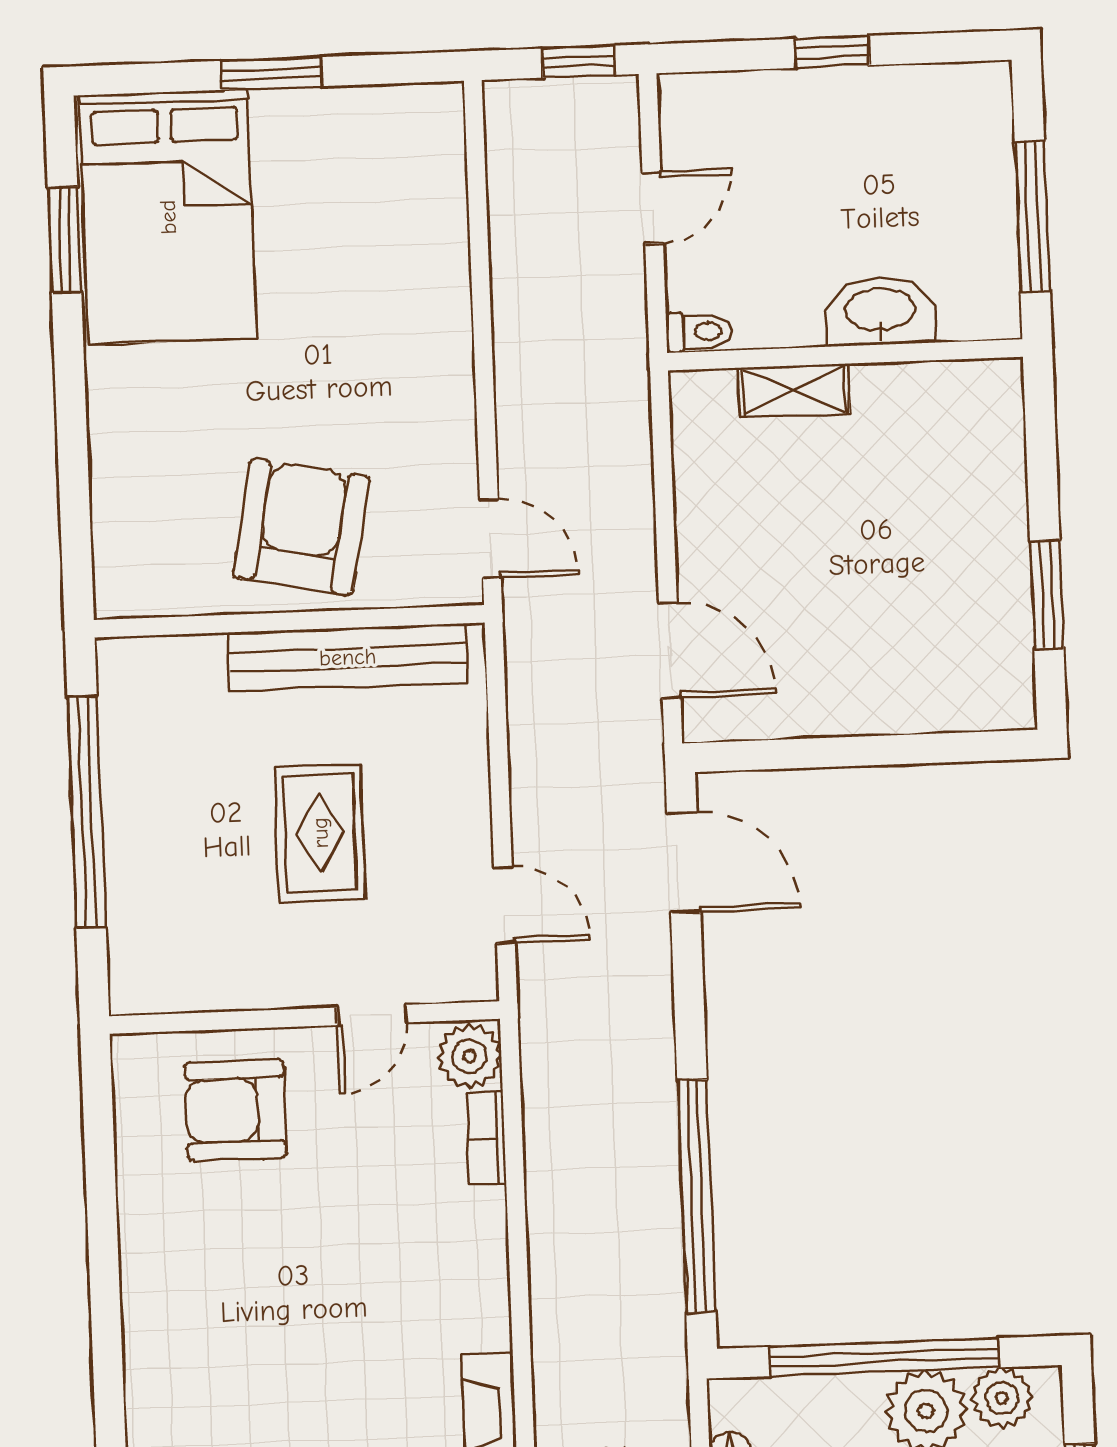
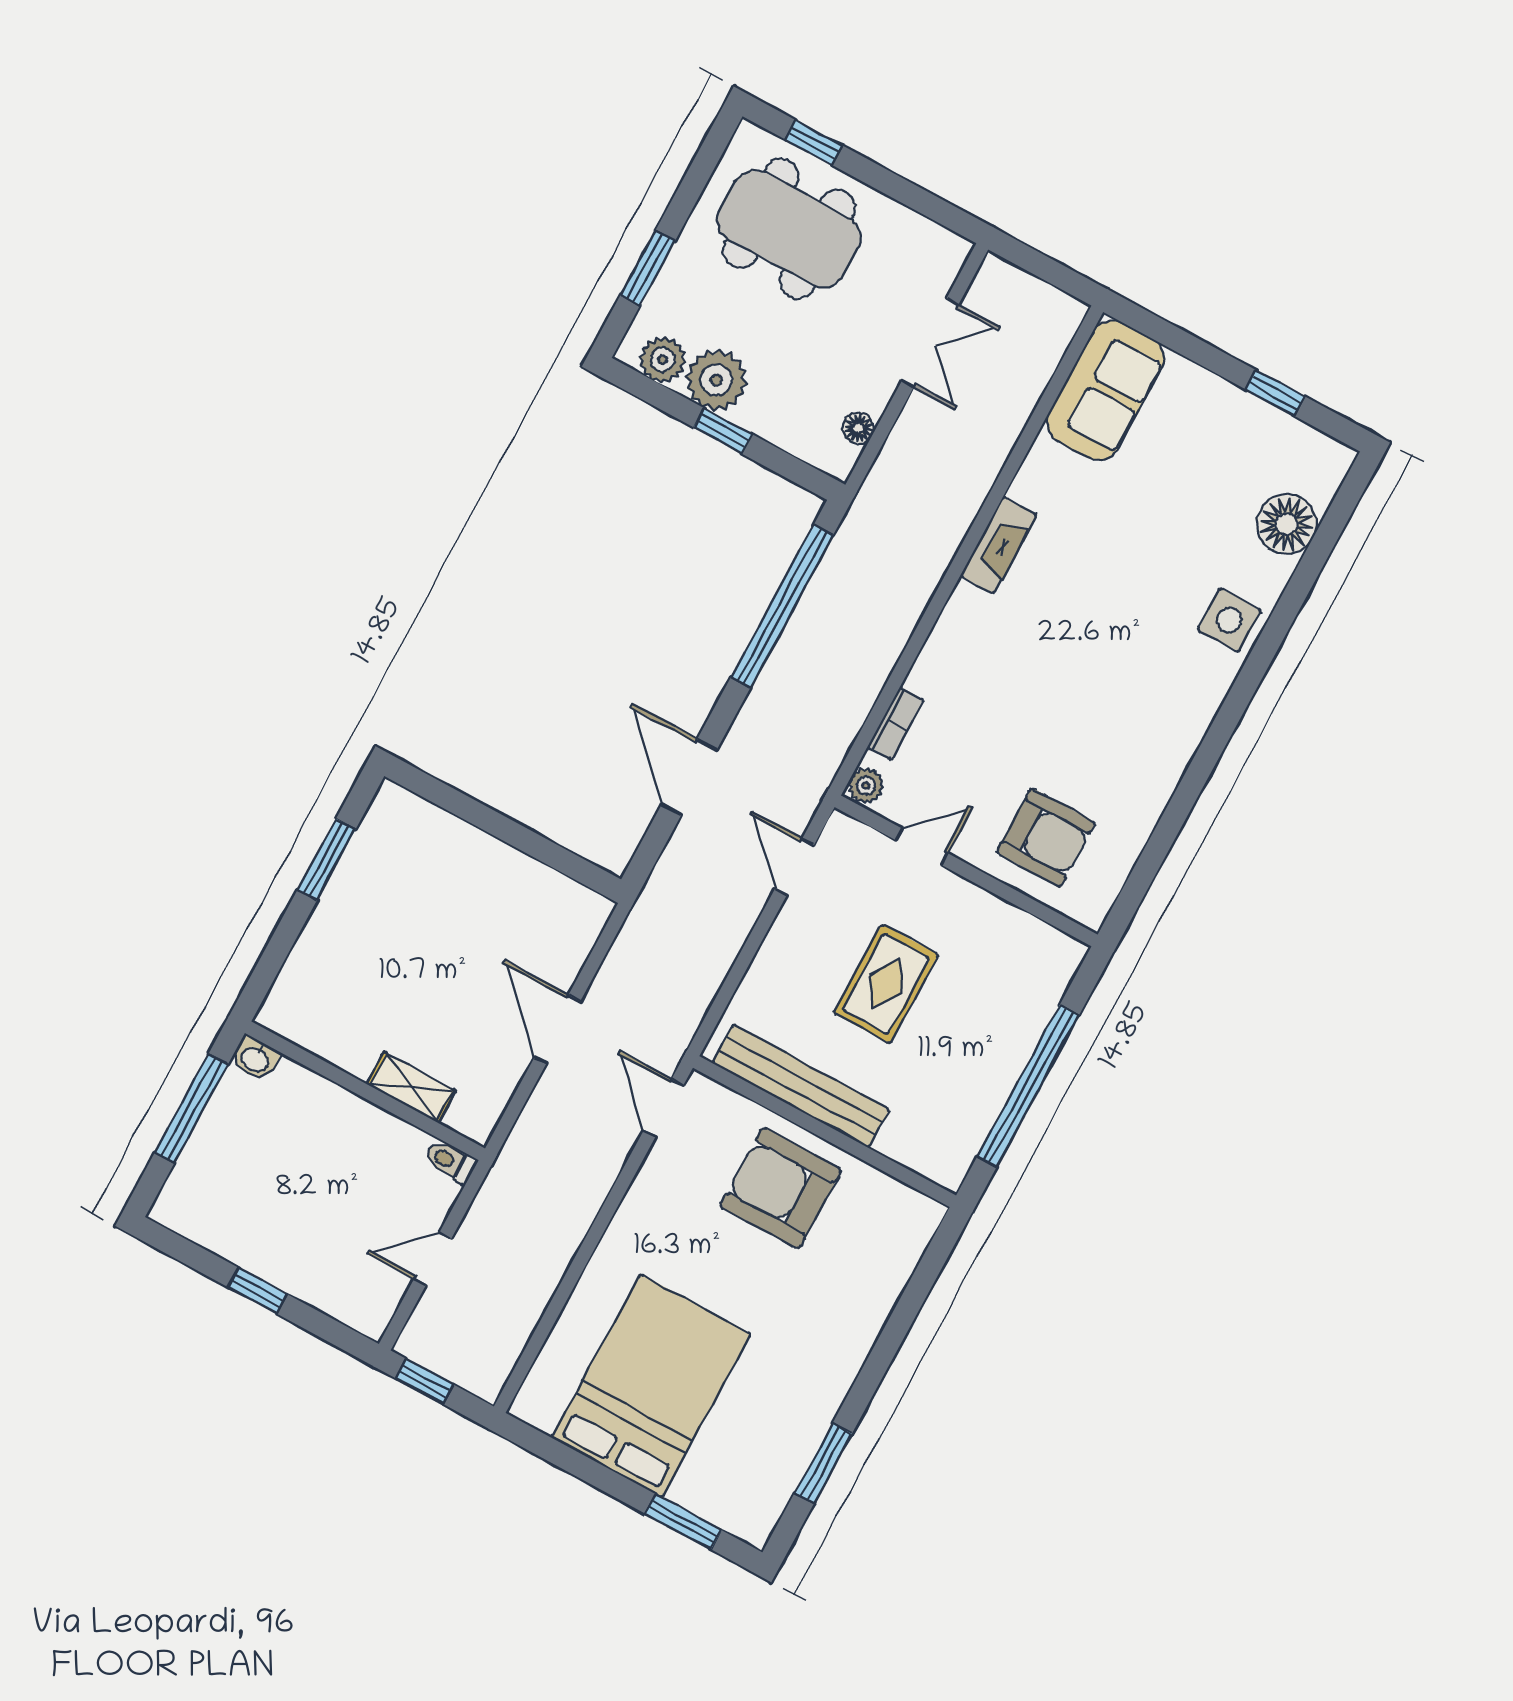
window: (271, 73) -> (683, 1522), moved
bed: (168, 217) -> (651, 1386), moved
washbasin: (880, 311) -> (255, 1059), moved, width x0.52, depth x0.69
armchair: (301, 527) -> (781, 1188), turned 79
door: (670, 650) -> (557, 1029), moved
door: (684, 862) -> (689, 777), moved
plant: (469, 1056) -> (866, 786), width x0.73, depth x0.73
window: (884, 1357) -> (723, 431), width x0.32

